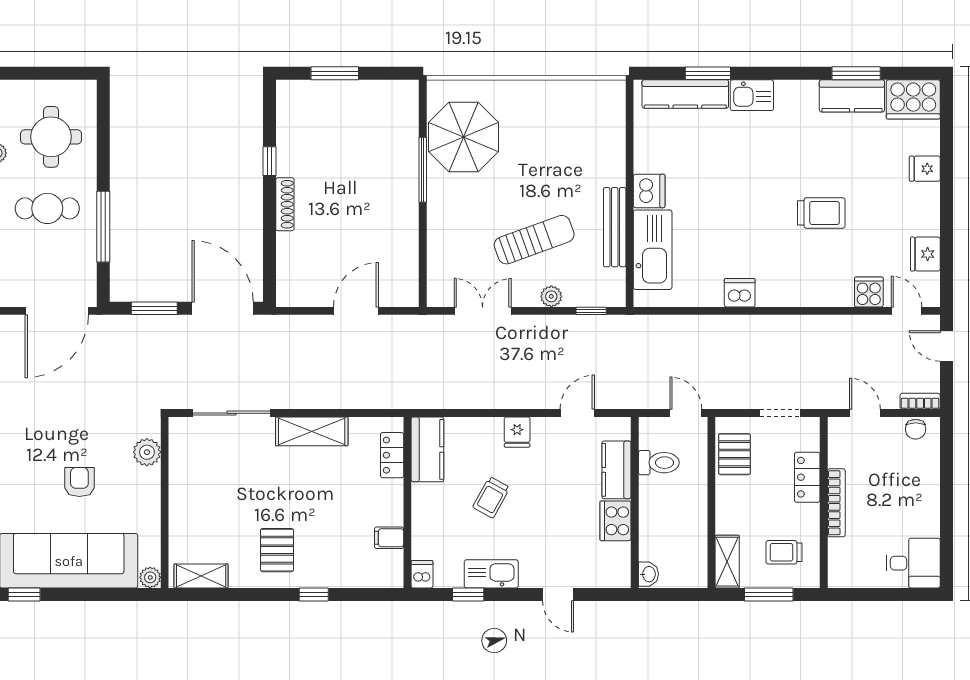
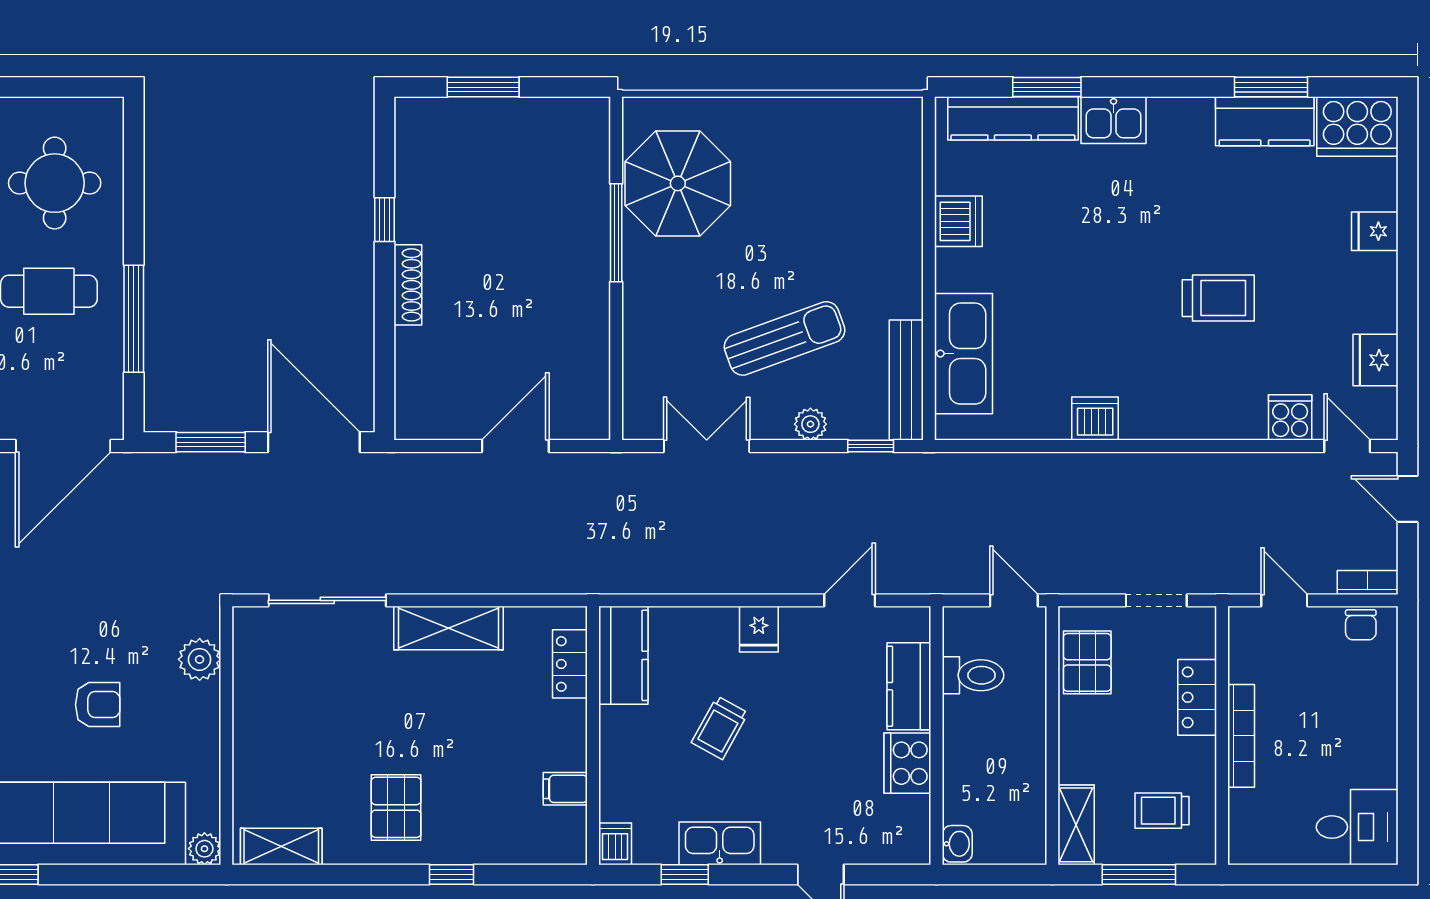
dishwasher: (649, 191) -> (958, 221), moved
bench: (615, 227) -> (906, 380), moved
armchair: (79, 482) -> (98, 705), turned 90

